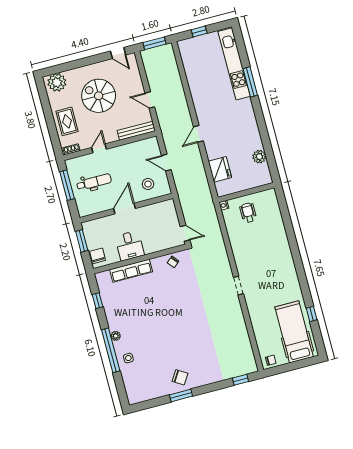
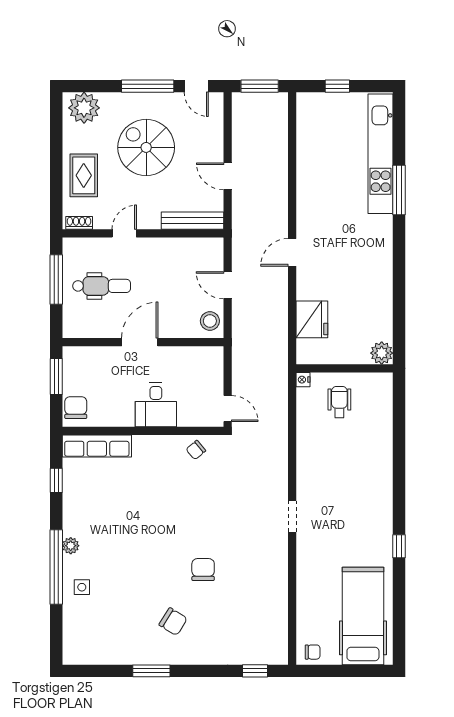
window: (90, 60) -> (148, 86), added
plant: (259, 157) -> (382, 353), moved
stool: (148, 184) -> (210, 321), moved
desk: (130, 246) -> (156, 405), moved
row of seats: (131, 271) -> (97, 446), moved
window: (312, 314) -> (399, 546), moved
chair: (195, 330) -> (203, 570), added
chair: (180, 377) -> (173, 622), moved

